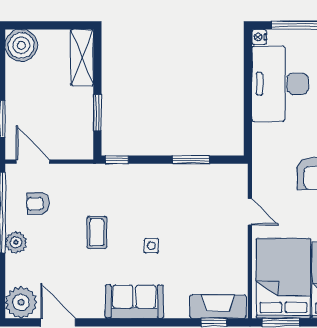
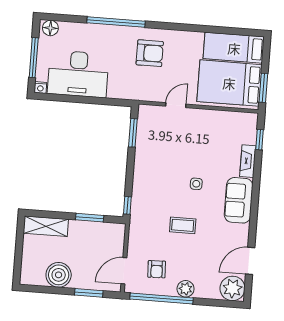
boiler: (21, 45) -> (59, 275), moved
window: (191, 160) -> (133, 133), moved
fireplace: (218, 307) -> (248, 161), moved, width x0.73, depth x0.76

